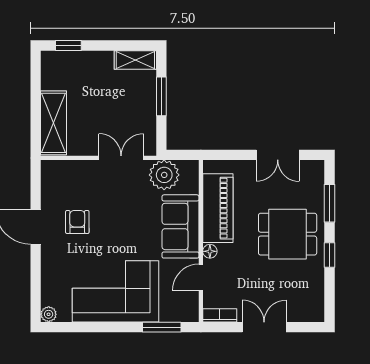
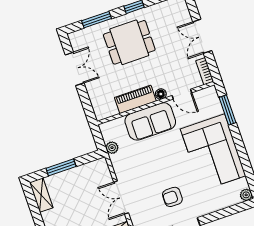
double door: (121, 158) -> (121, 198), moved
plant: (164, 175) -> (112, 148), width x0.53, depth x0.53
piano: (218, 208) -> (135, 99), width x0.73, depth x0.75
dining table: (288, 234) -> (129, 42), turned 90

